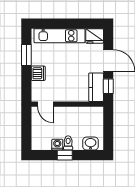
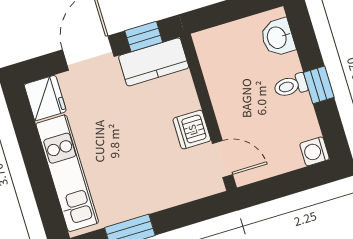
dishwasher: (38, 73) -> (192, 130), moved, turned -90
door: (45, 104) -> (223, 159), hinge flipped
washing machine: (57, 145) -> (314, 151), moved

